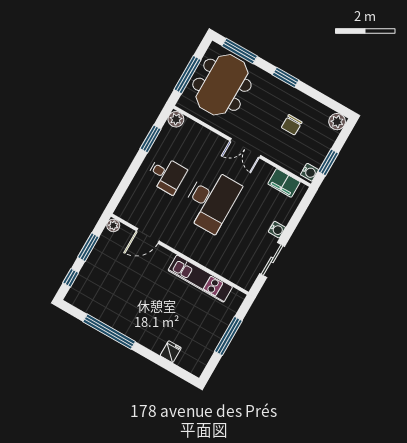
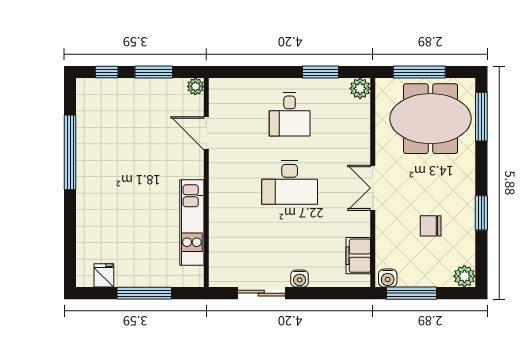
window: (286, 77) -> (481, 213), moved
window: (328, 162) -> (411, 293), width x1.44
desk: (211, 200) -> (290, 183), width x0.73, depth x0.77
fridge: (171, 352) -> (104, 275), moved, turned -90

